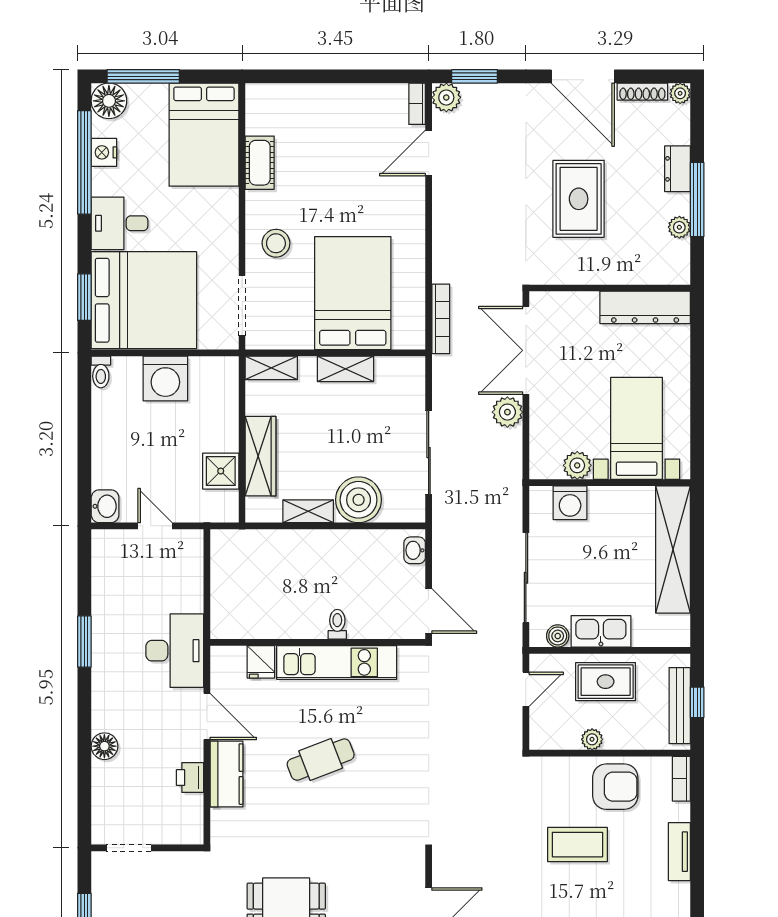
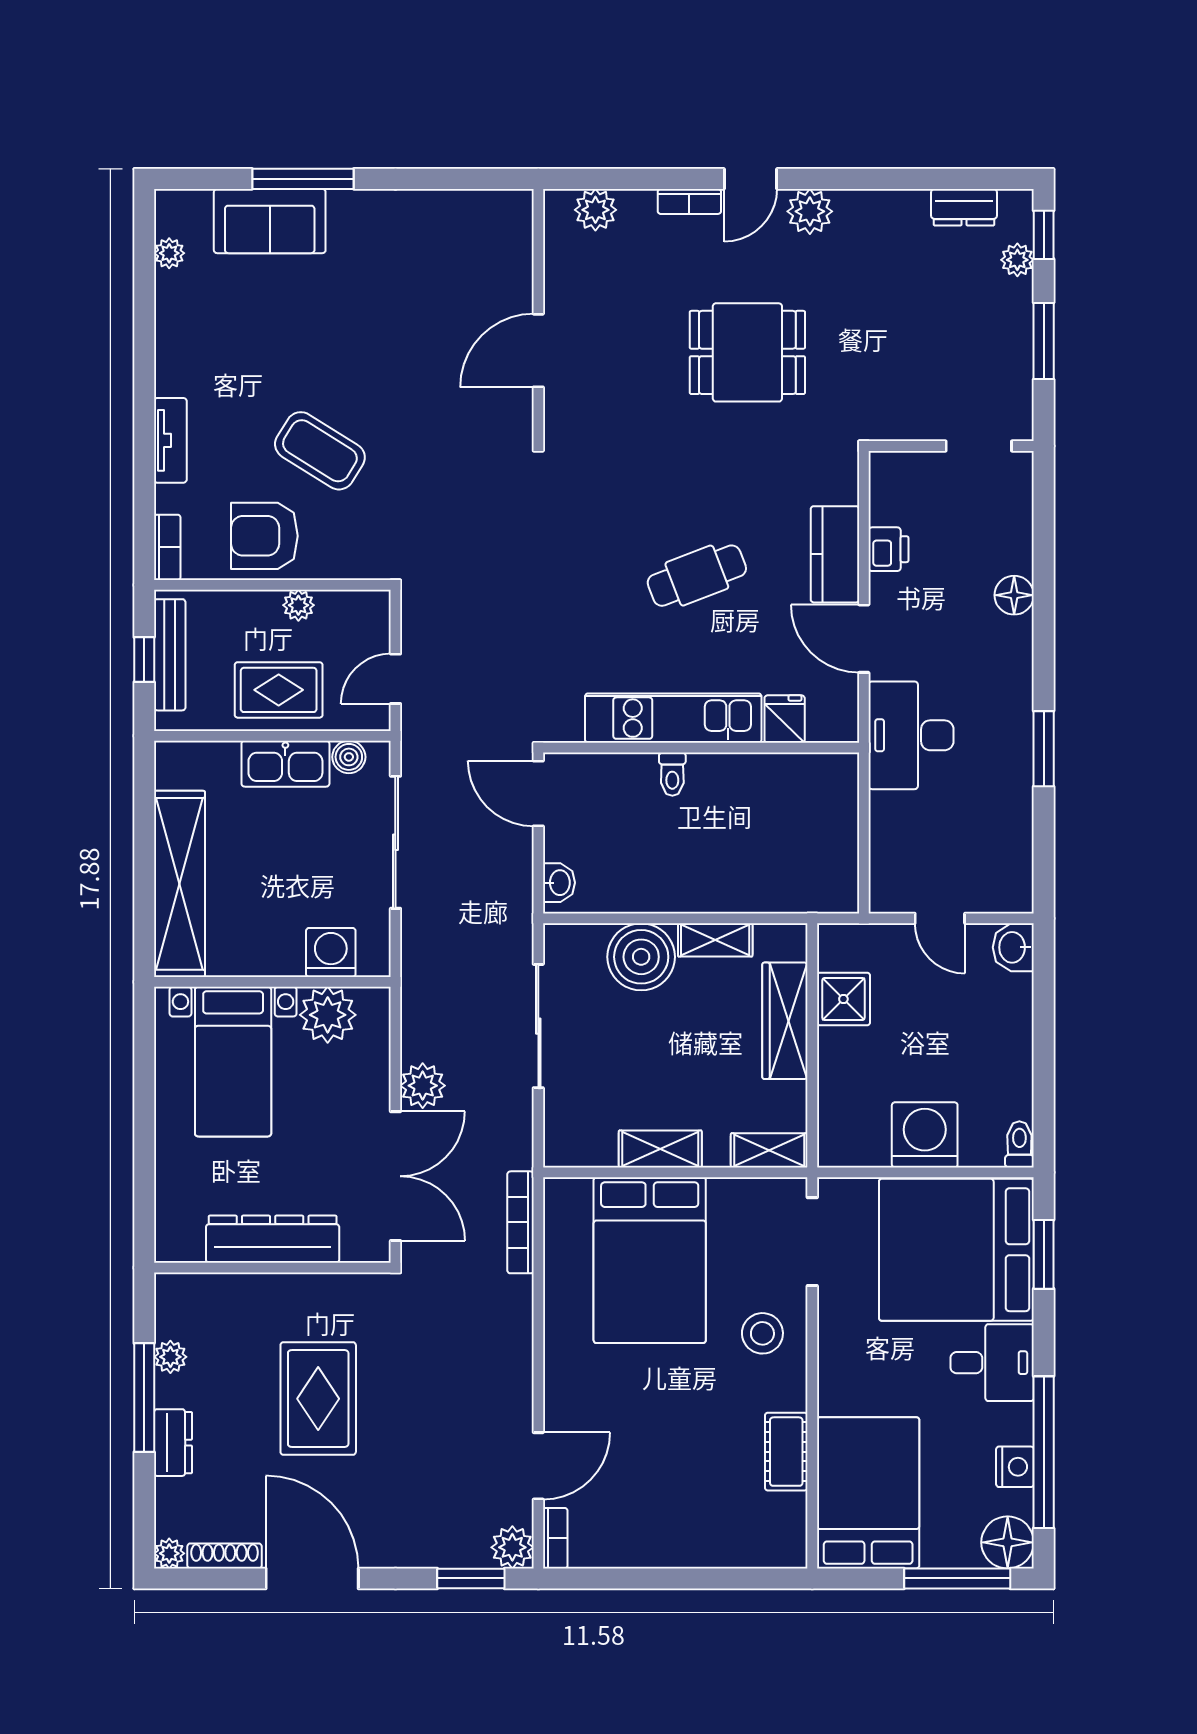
dresser: (645, 307) -> (273, 1239), moved
plant: (577, 465) -> (328, 1015), width x1.36, depth x1.36
coffee table: (577, 845) -> (320, 451), turned 32

